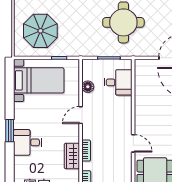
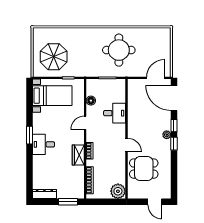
desk: (118, 82) -> (115, 113), moved

